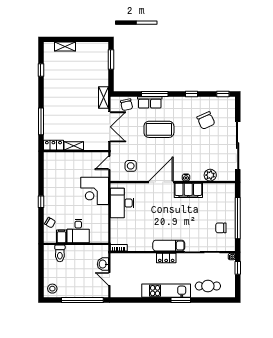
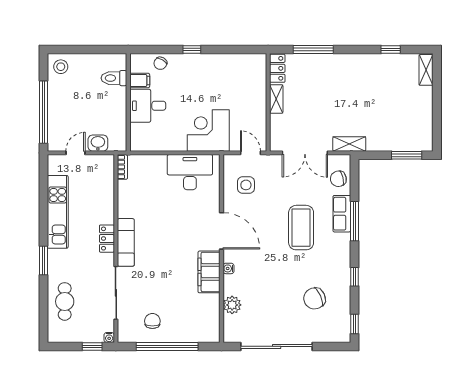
shelving: (65, 47) -> (426, 70), moved
kitchen unit: (166, 291) -> (58, 212), moved

